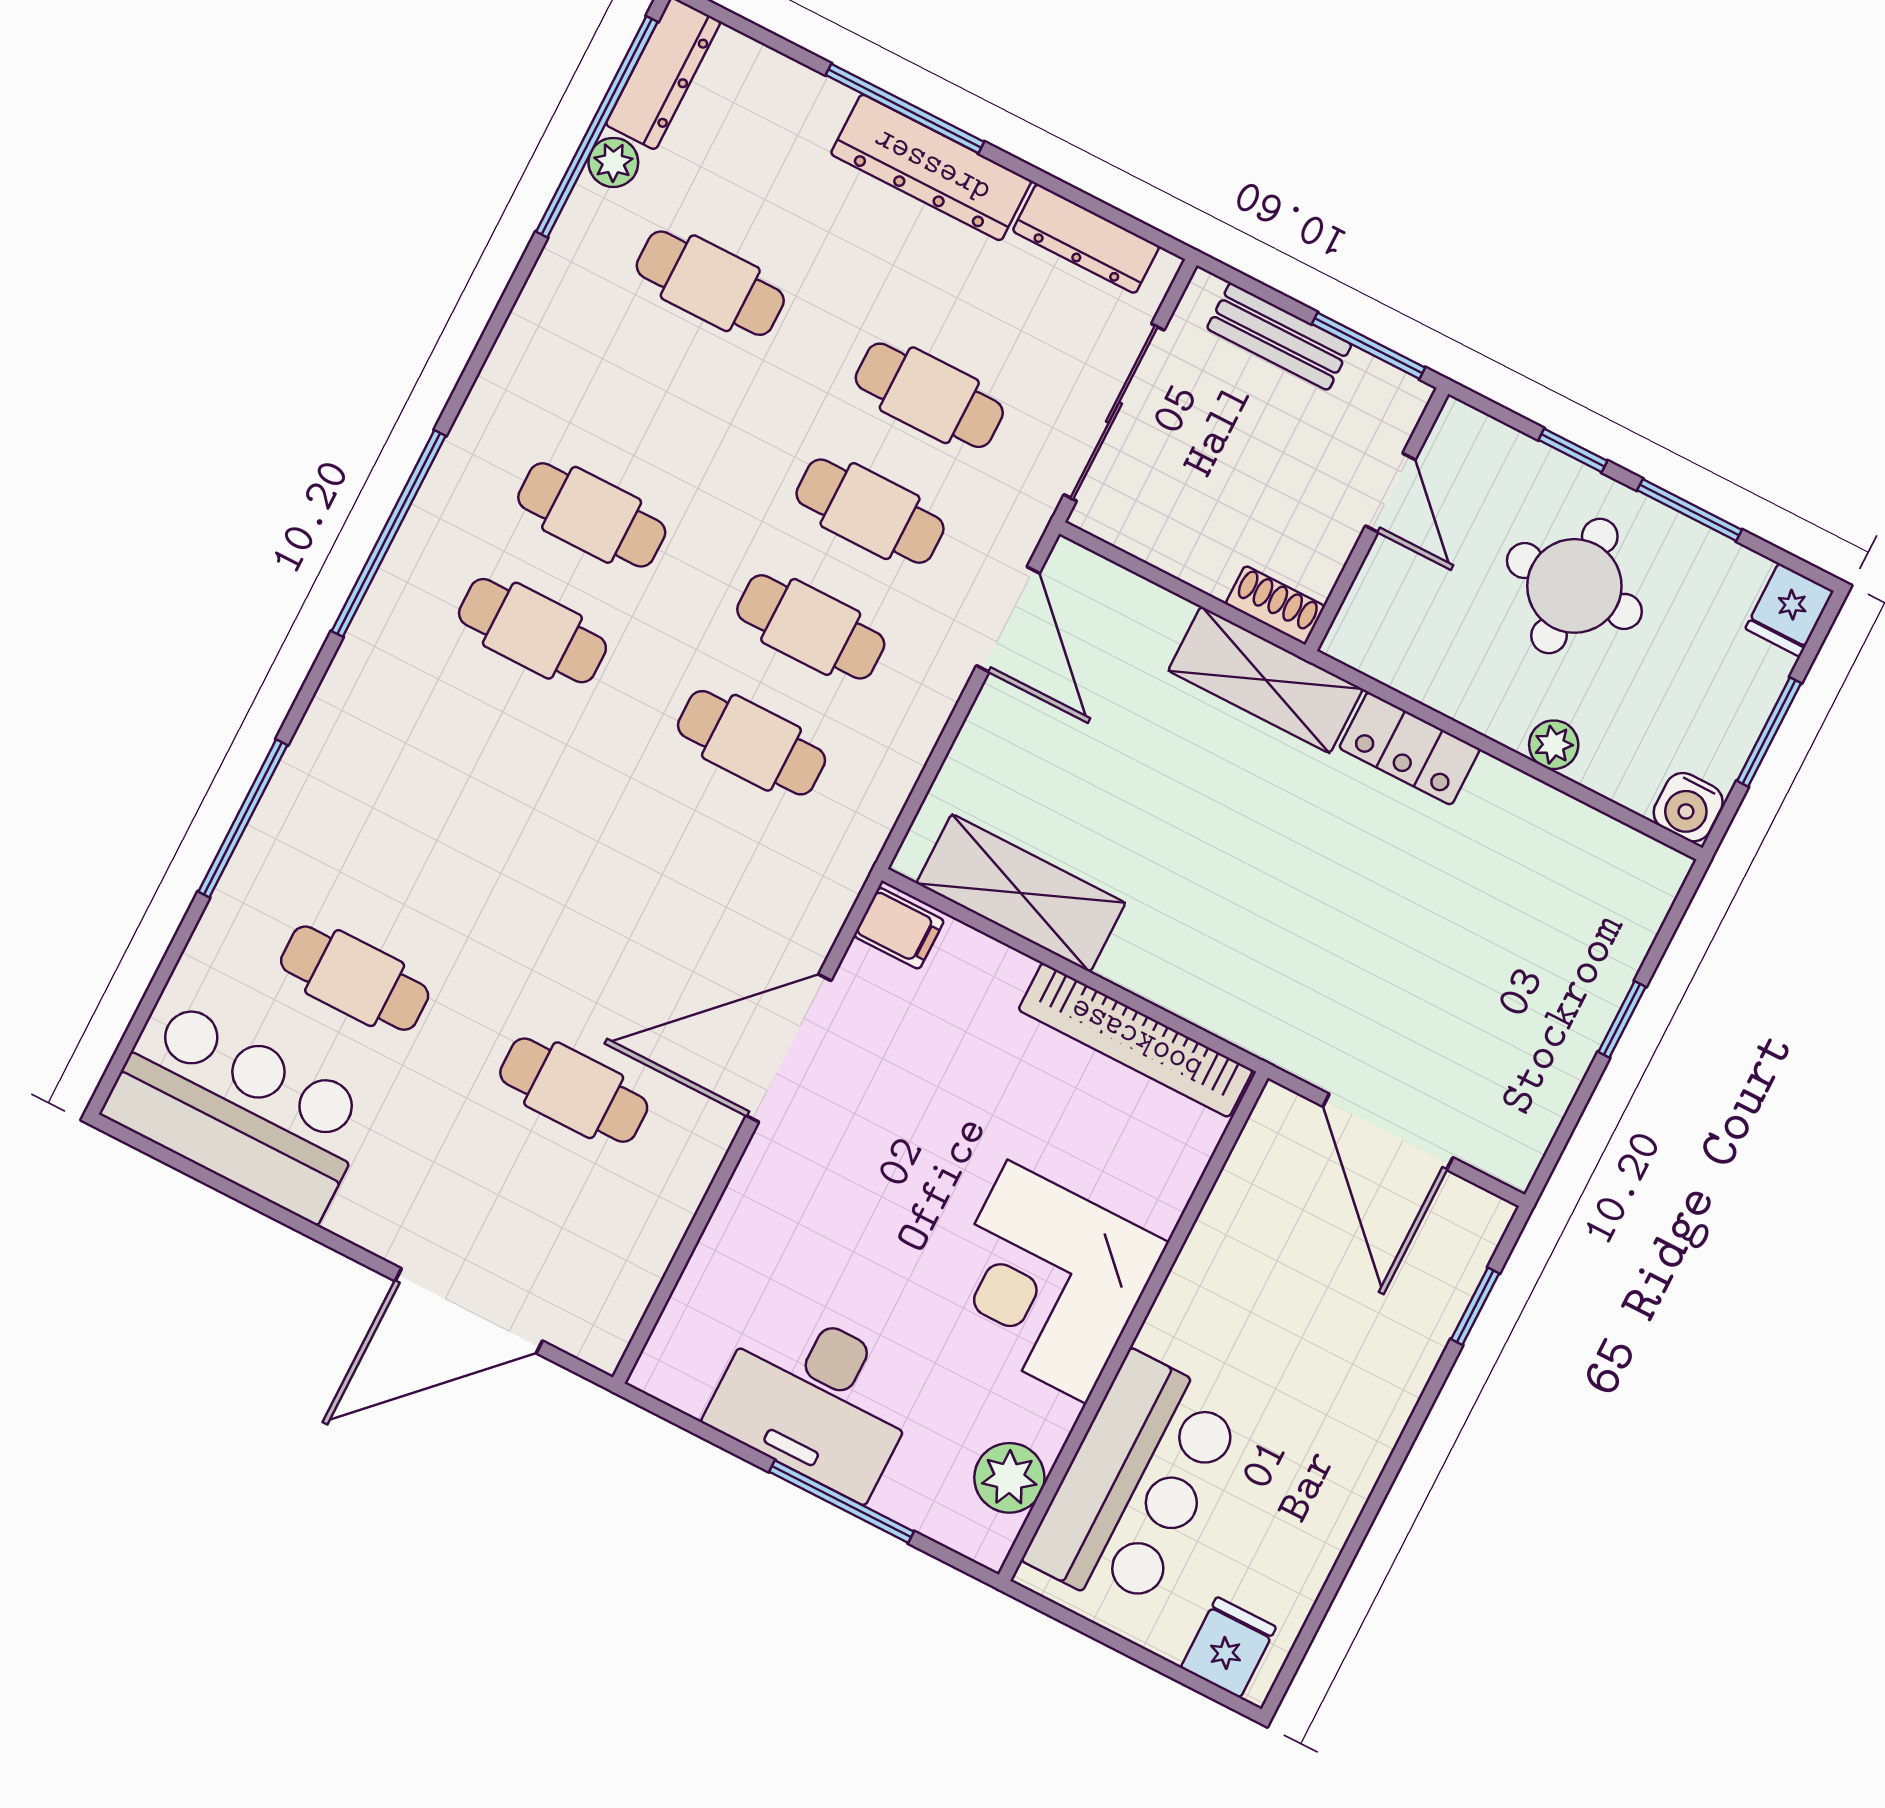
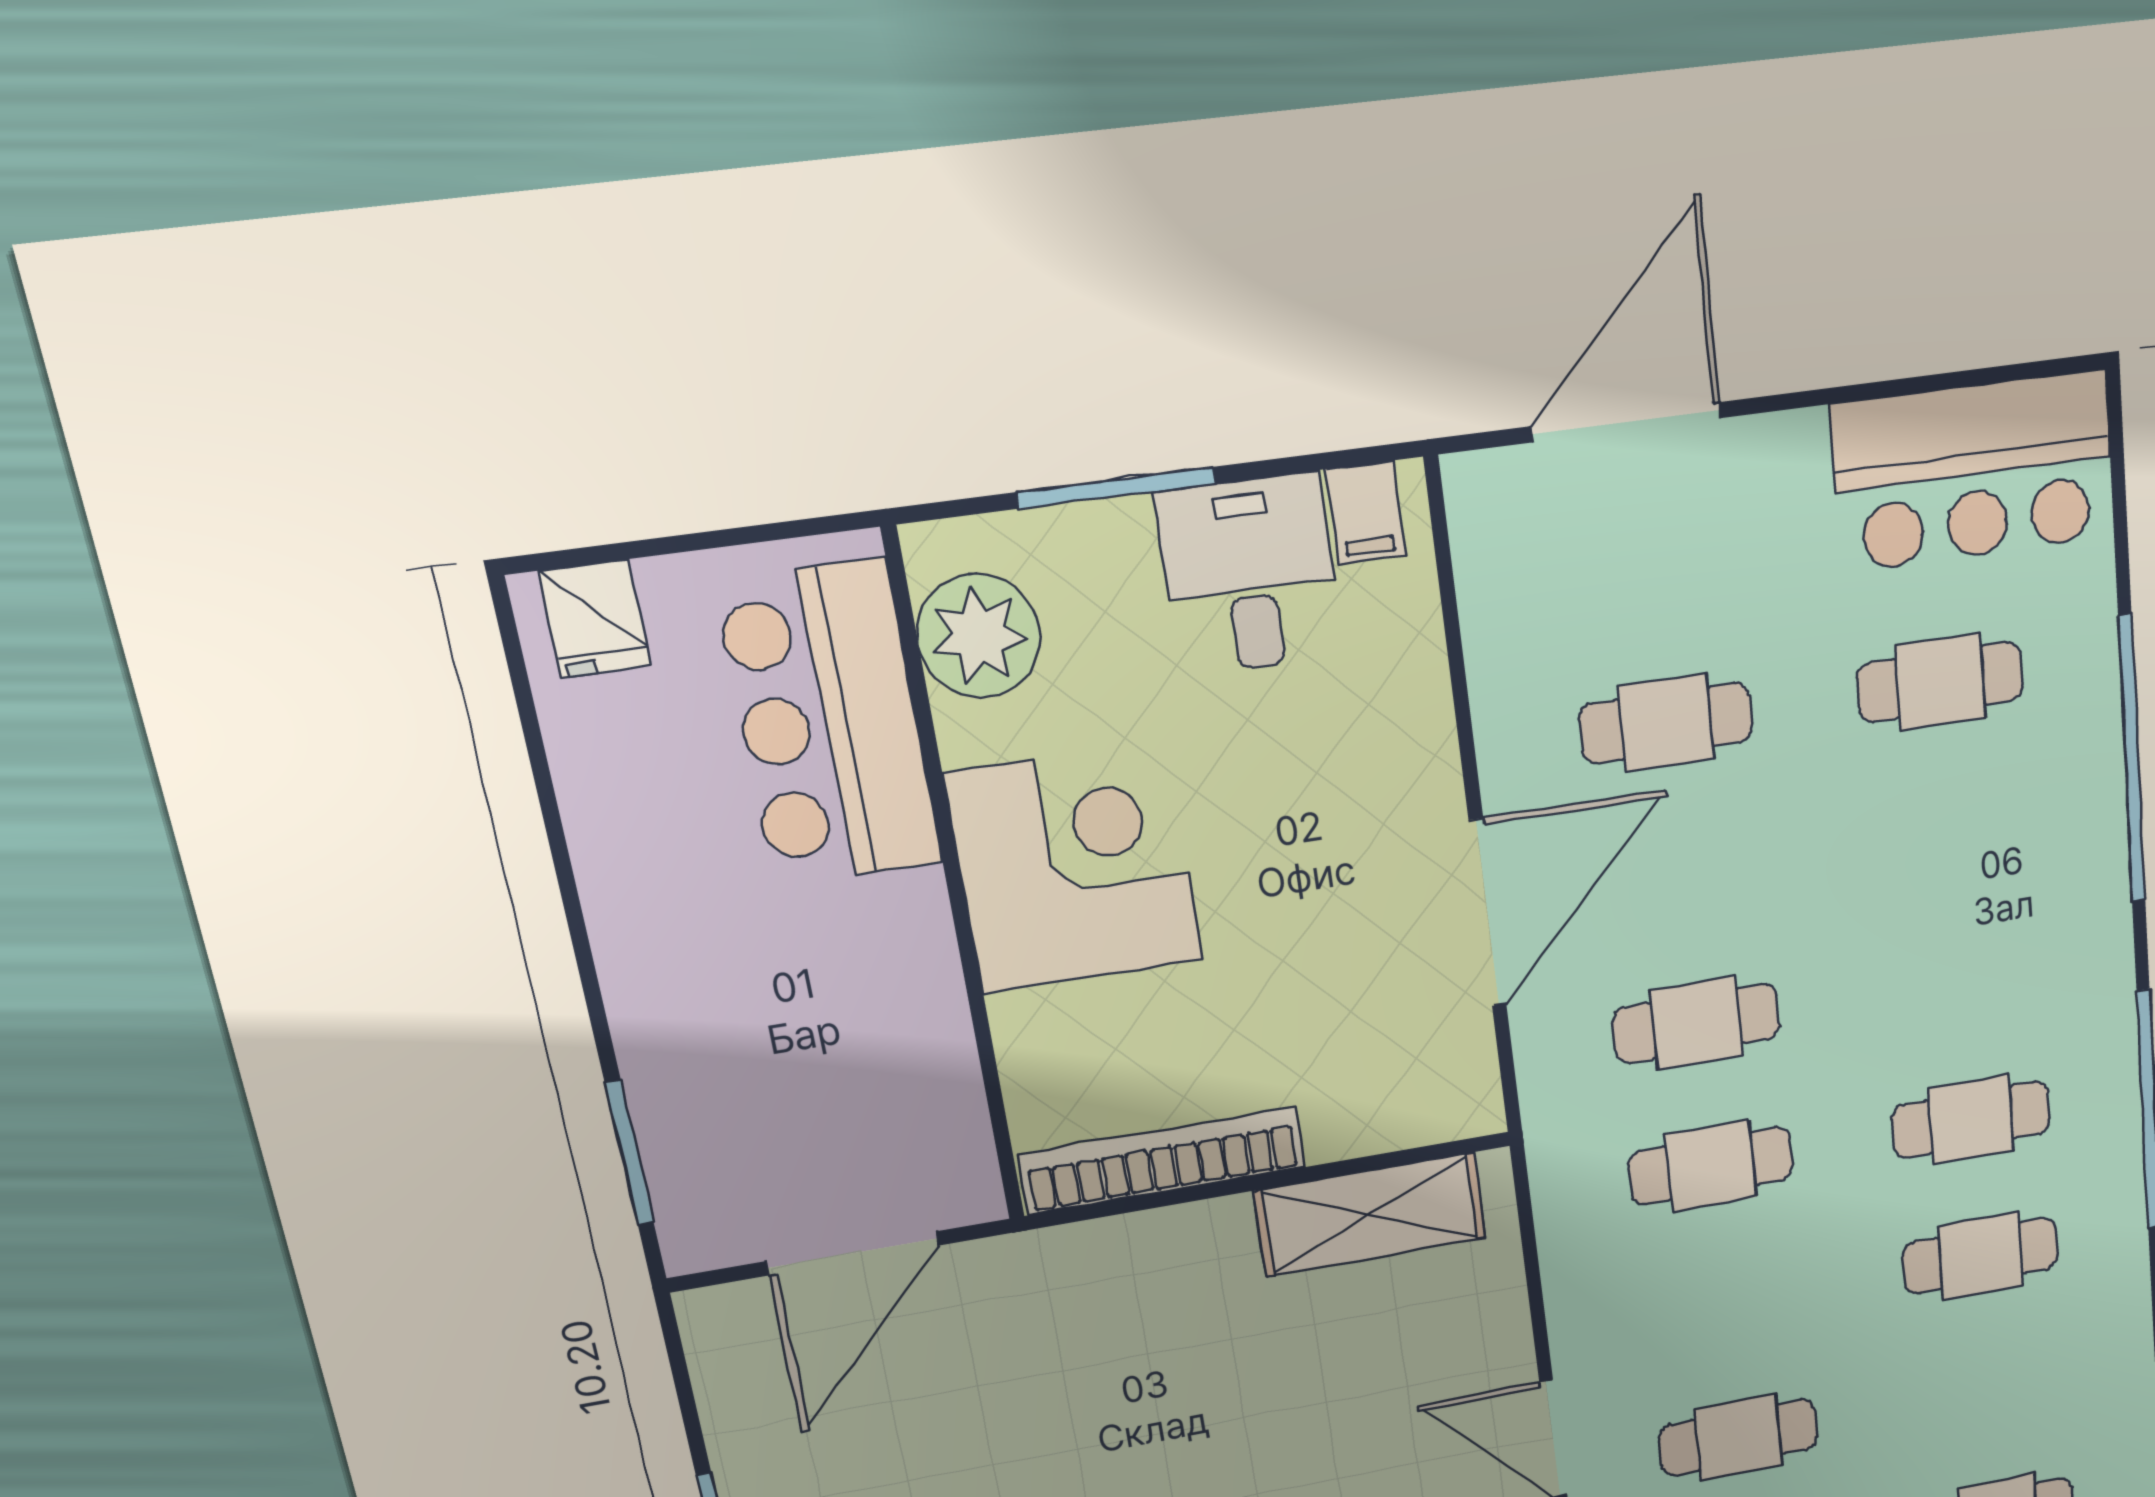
cafe table: (811, 627) -> (1696, 1023), moved
window: (243, 818) -> (2132, 760), width x1.46
filing cabinet: (899, 928) -> (1366, 513), moved, turned -90
door: (1388, 1132) -> (853, 1253), swing flipped
window: (1475, 1306) -> (629, 1153), width x1.50
desk: (816, 1399) -> (1250, 575), width x0.73
plant: (1009, 1478) -> (979, 636), width x1.36, depth x1.36

